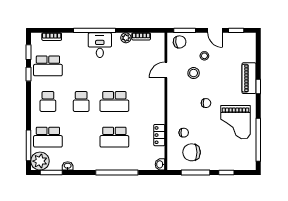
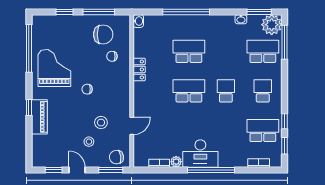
desk: (100, 45) -> (200, 154), width x1.37
locker: (159, 135) -> (139, 69), moved

